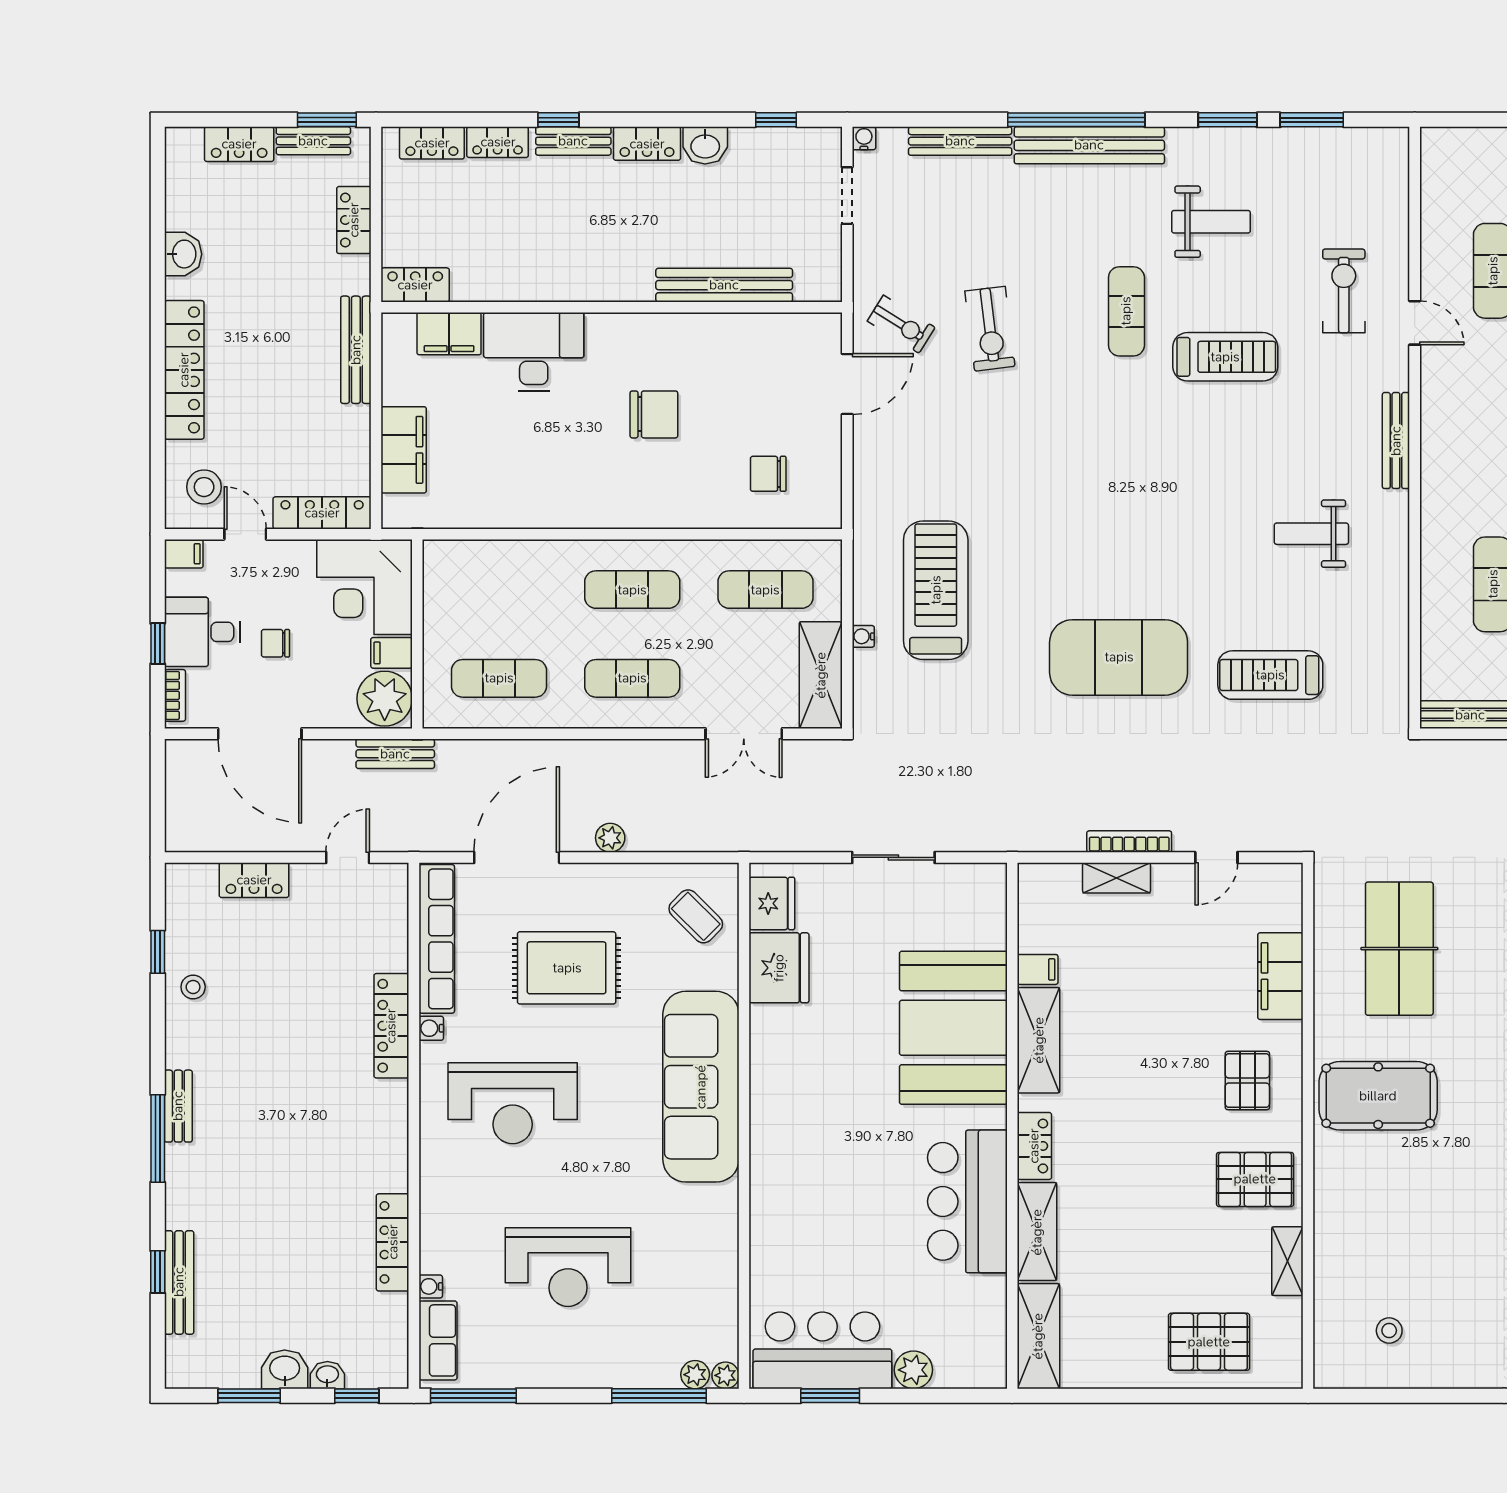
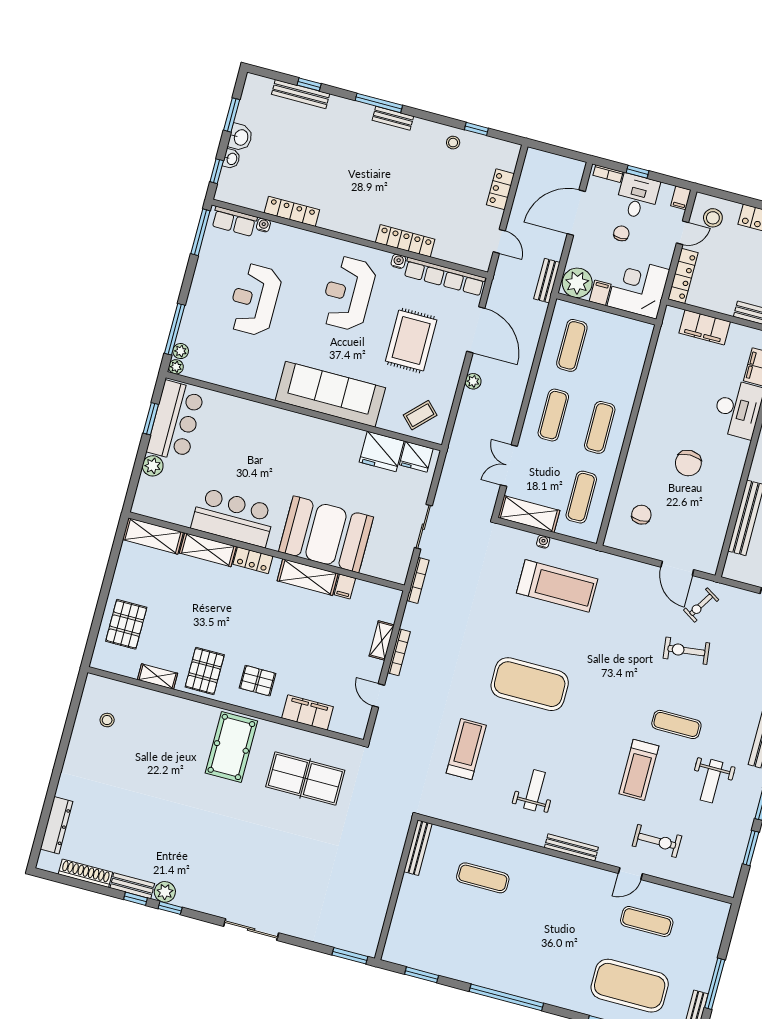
exercise mat: (1119, 657) -> (530, 684), moved, turned 90
bookcase: (992, 842) -> (418, 580), added

